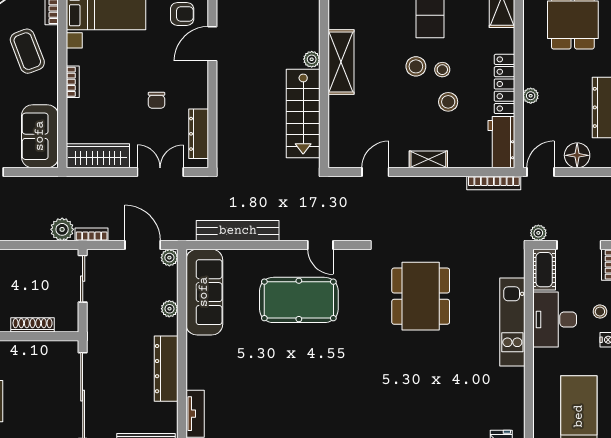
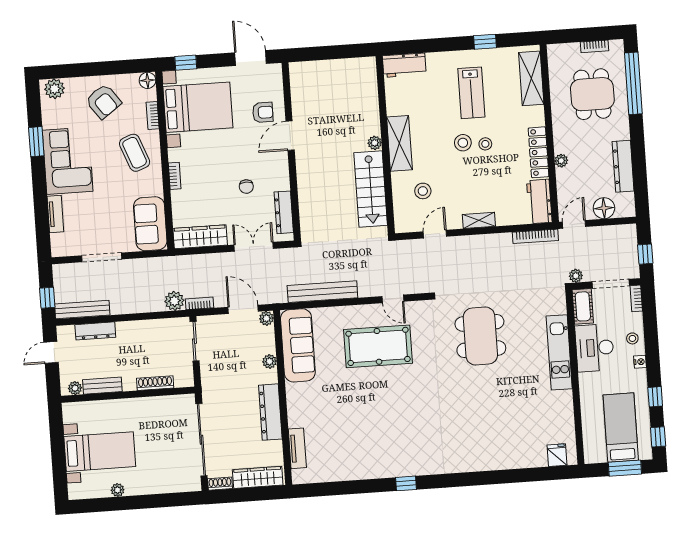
stool: (448, 102) -> (423, 191), moved

